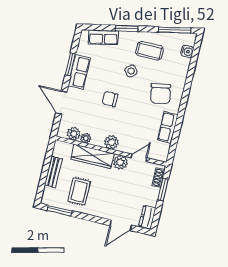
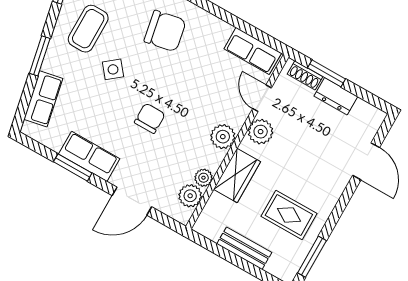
chair: (110, 99) -> (150, 118), turned 180
row of seats: (168, 127) -> (253, 51), moved
wardrobe: (92, 156) -> (237, 176), width x0.67
dresser: (147, 217) -> (336, 96), moved

